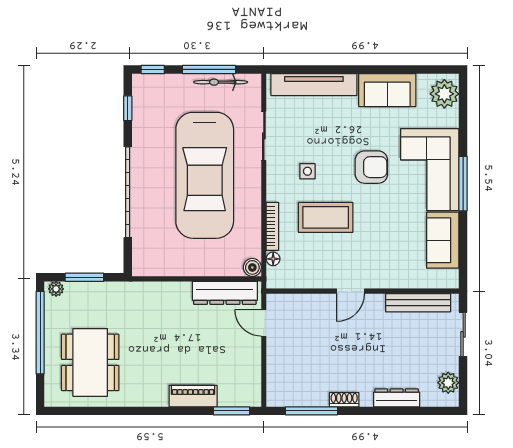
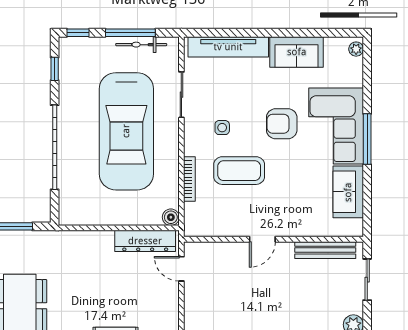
plant: (444, 94) -> (356, 49), width x0.53, depth x0.53
armchair: (371, 167) -> (282, 124), turned 180
floor lamp: (273, 259) -> (190, 209), removed

